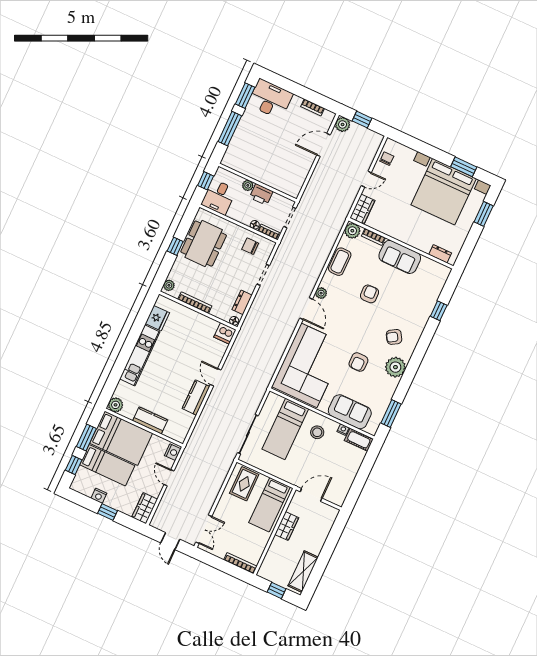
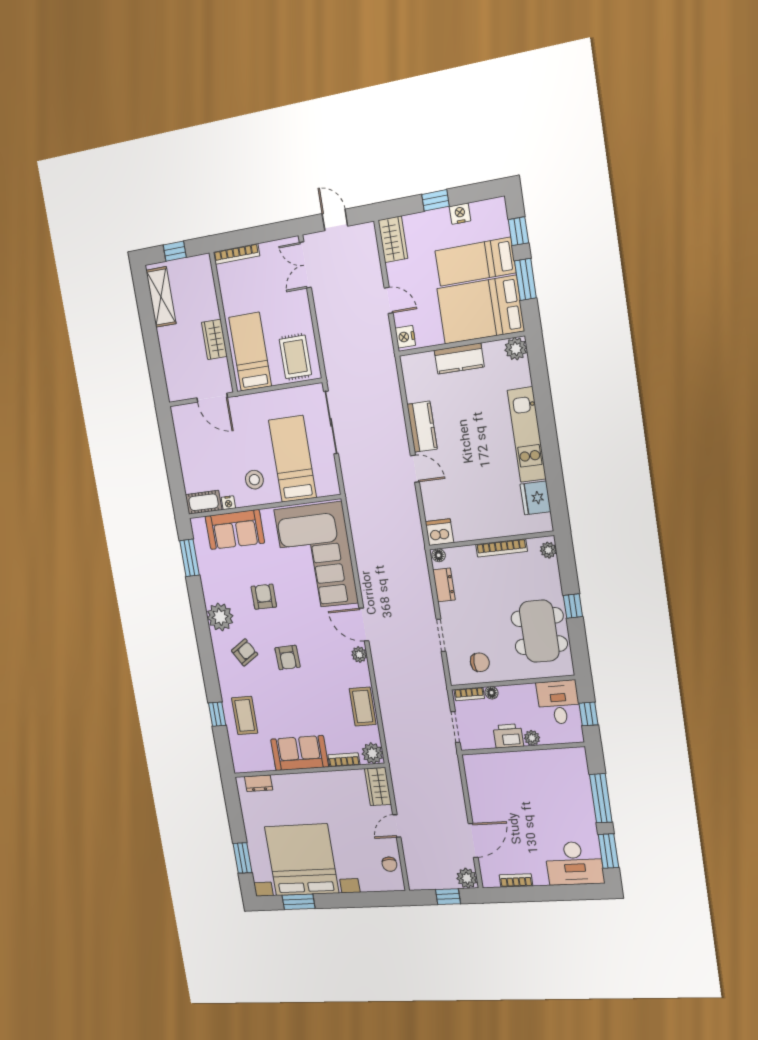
armchair: (369, 294) -> (288, 657), moved
coffee table: (421, 300) -> (245, 715), added
door: (311, 495) -> (212, 398), hinge flipped

